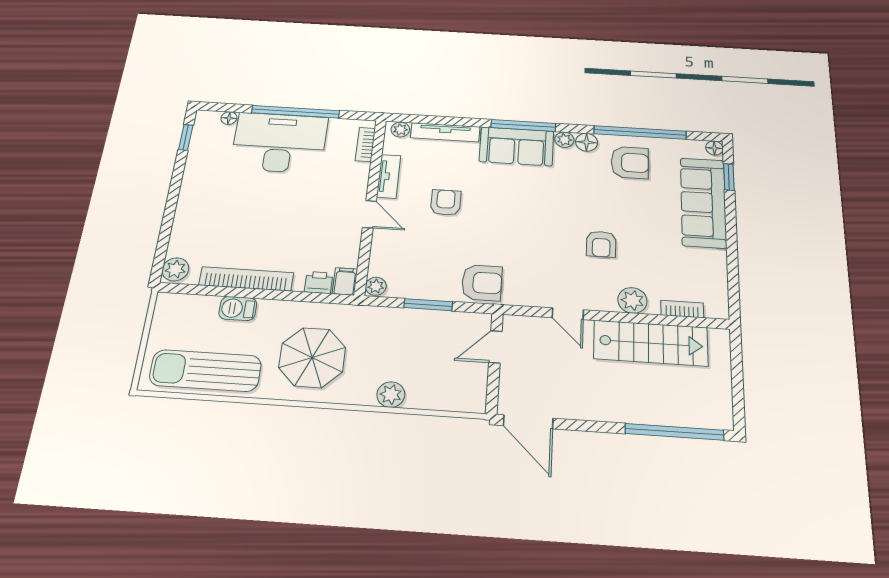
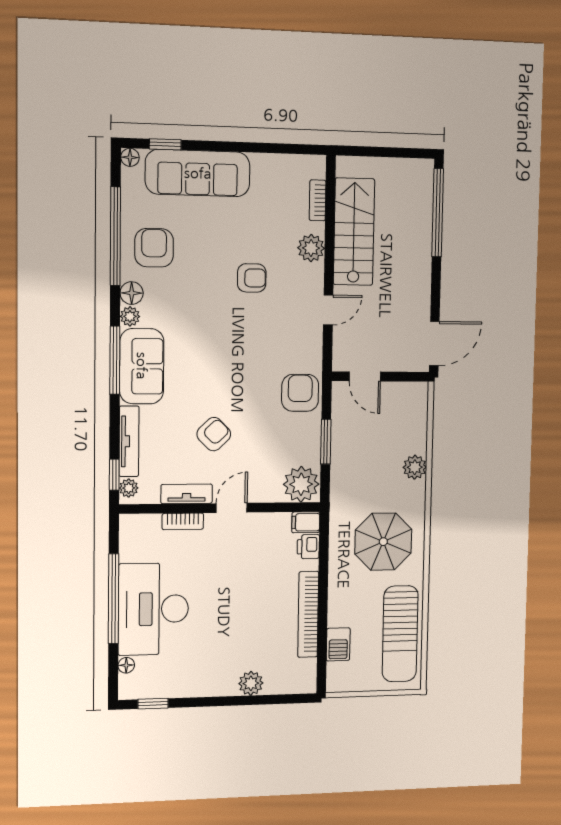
window: (414, 119) -> (114, 475), added
bookcase: (365, 145) -> (183, 521), moved
armchair: (446, 203) -> (214, 434), turned 136
plant: (175, 269) -> (251, 683), moved
plant: (376, 286) -> (301, 484), width x1.87, depth x1.87
barbecue: (238, 308) -> (338, 644), moved

